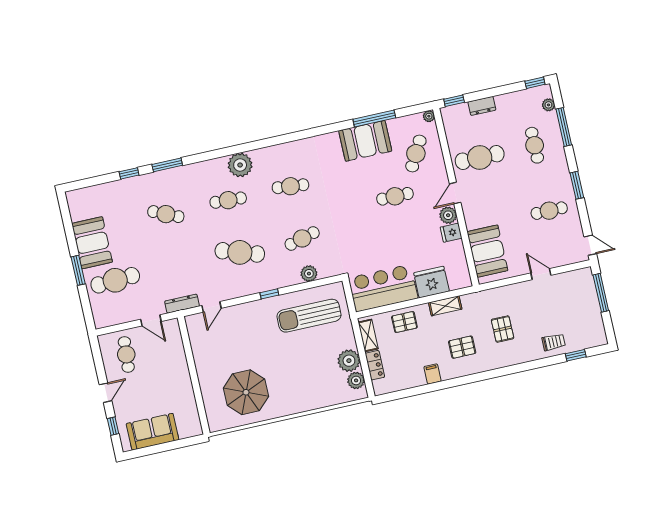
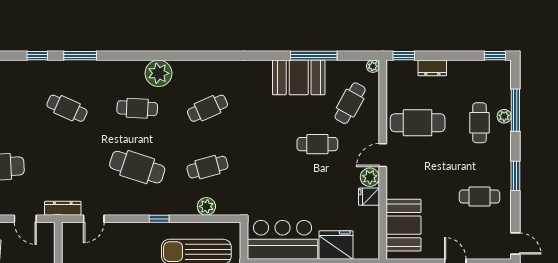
plant: (548, 105) -> (504, 116), moved
cafe table: (290, 186) -> (207, 108), turned -30

